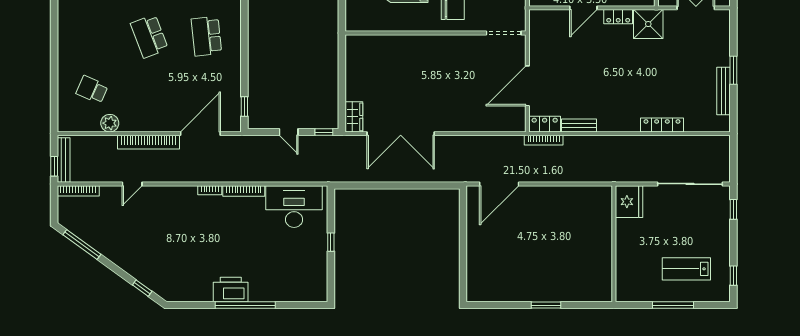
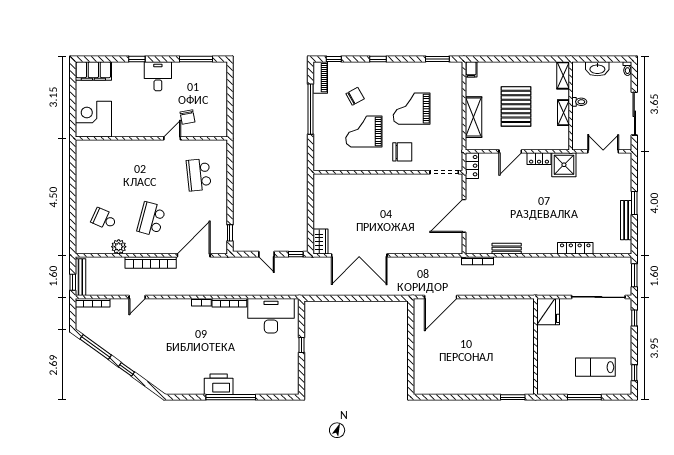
school desk: (149, 36) -> (151, 219), moved, turned 36
locker: (545, 124) -> (472, 166), moved, turned 90
window: (733, 158) -> (634, 275), added
window: (142, 288) -> (126, 369), moved
window: (546, 305) -> (513, 397), moved

